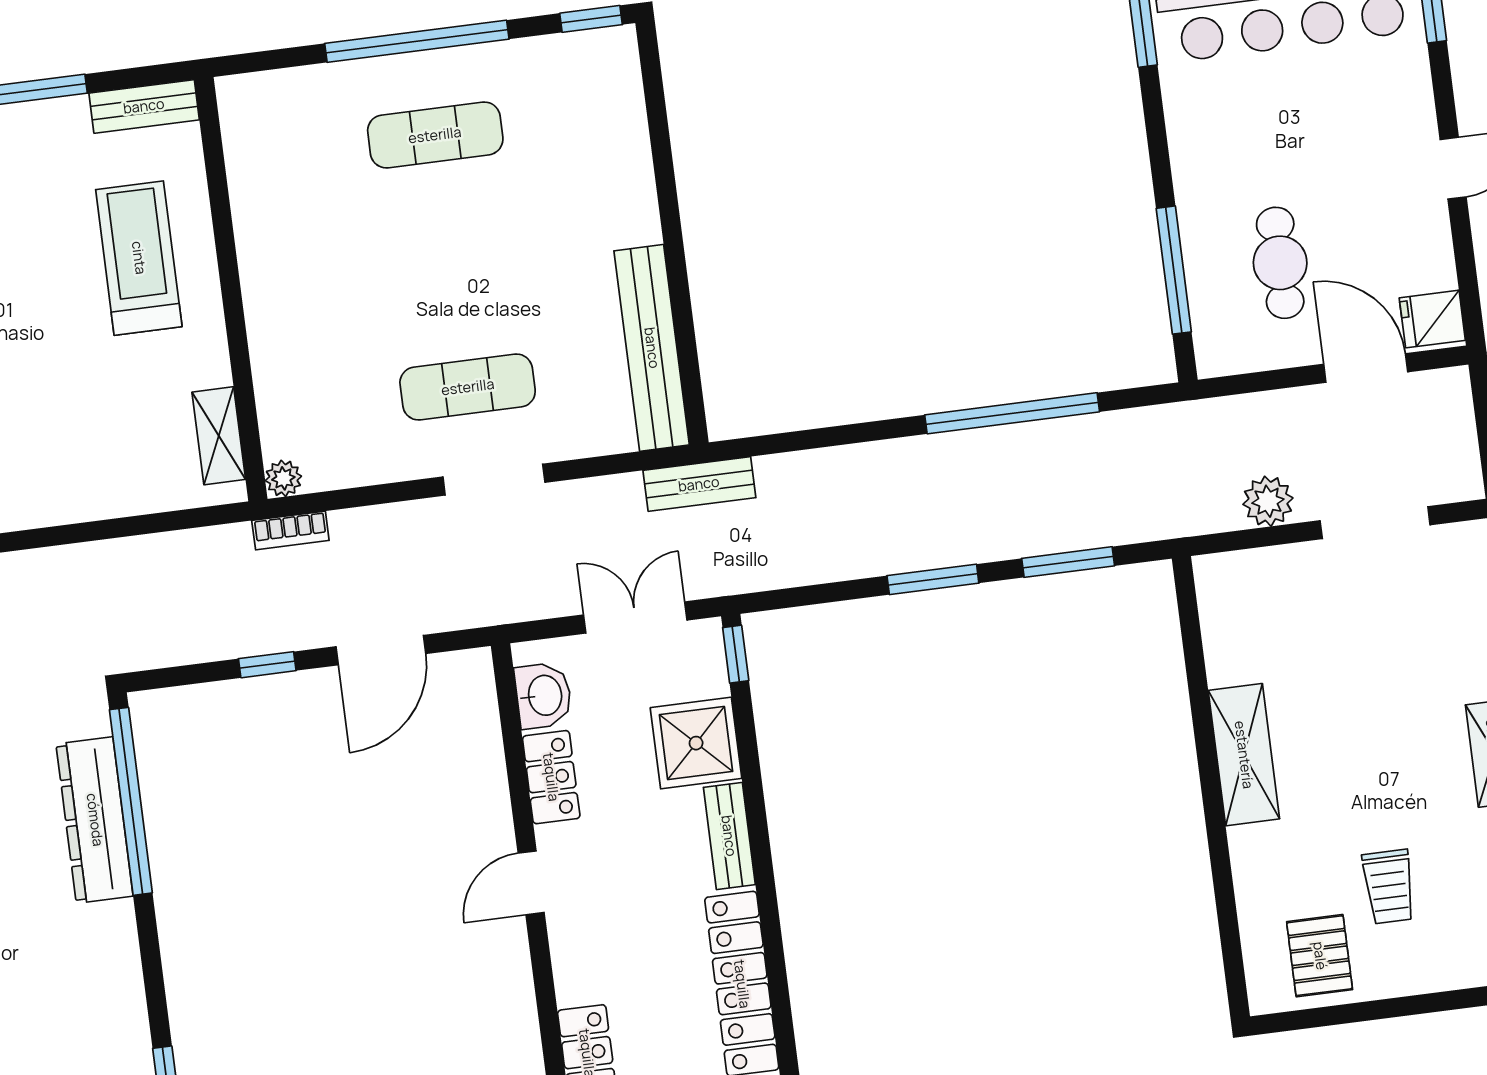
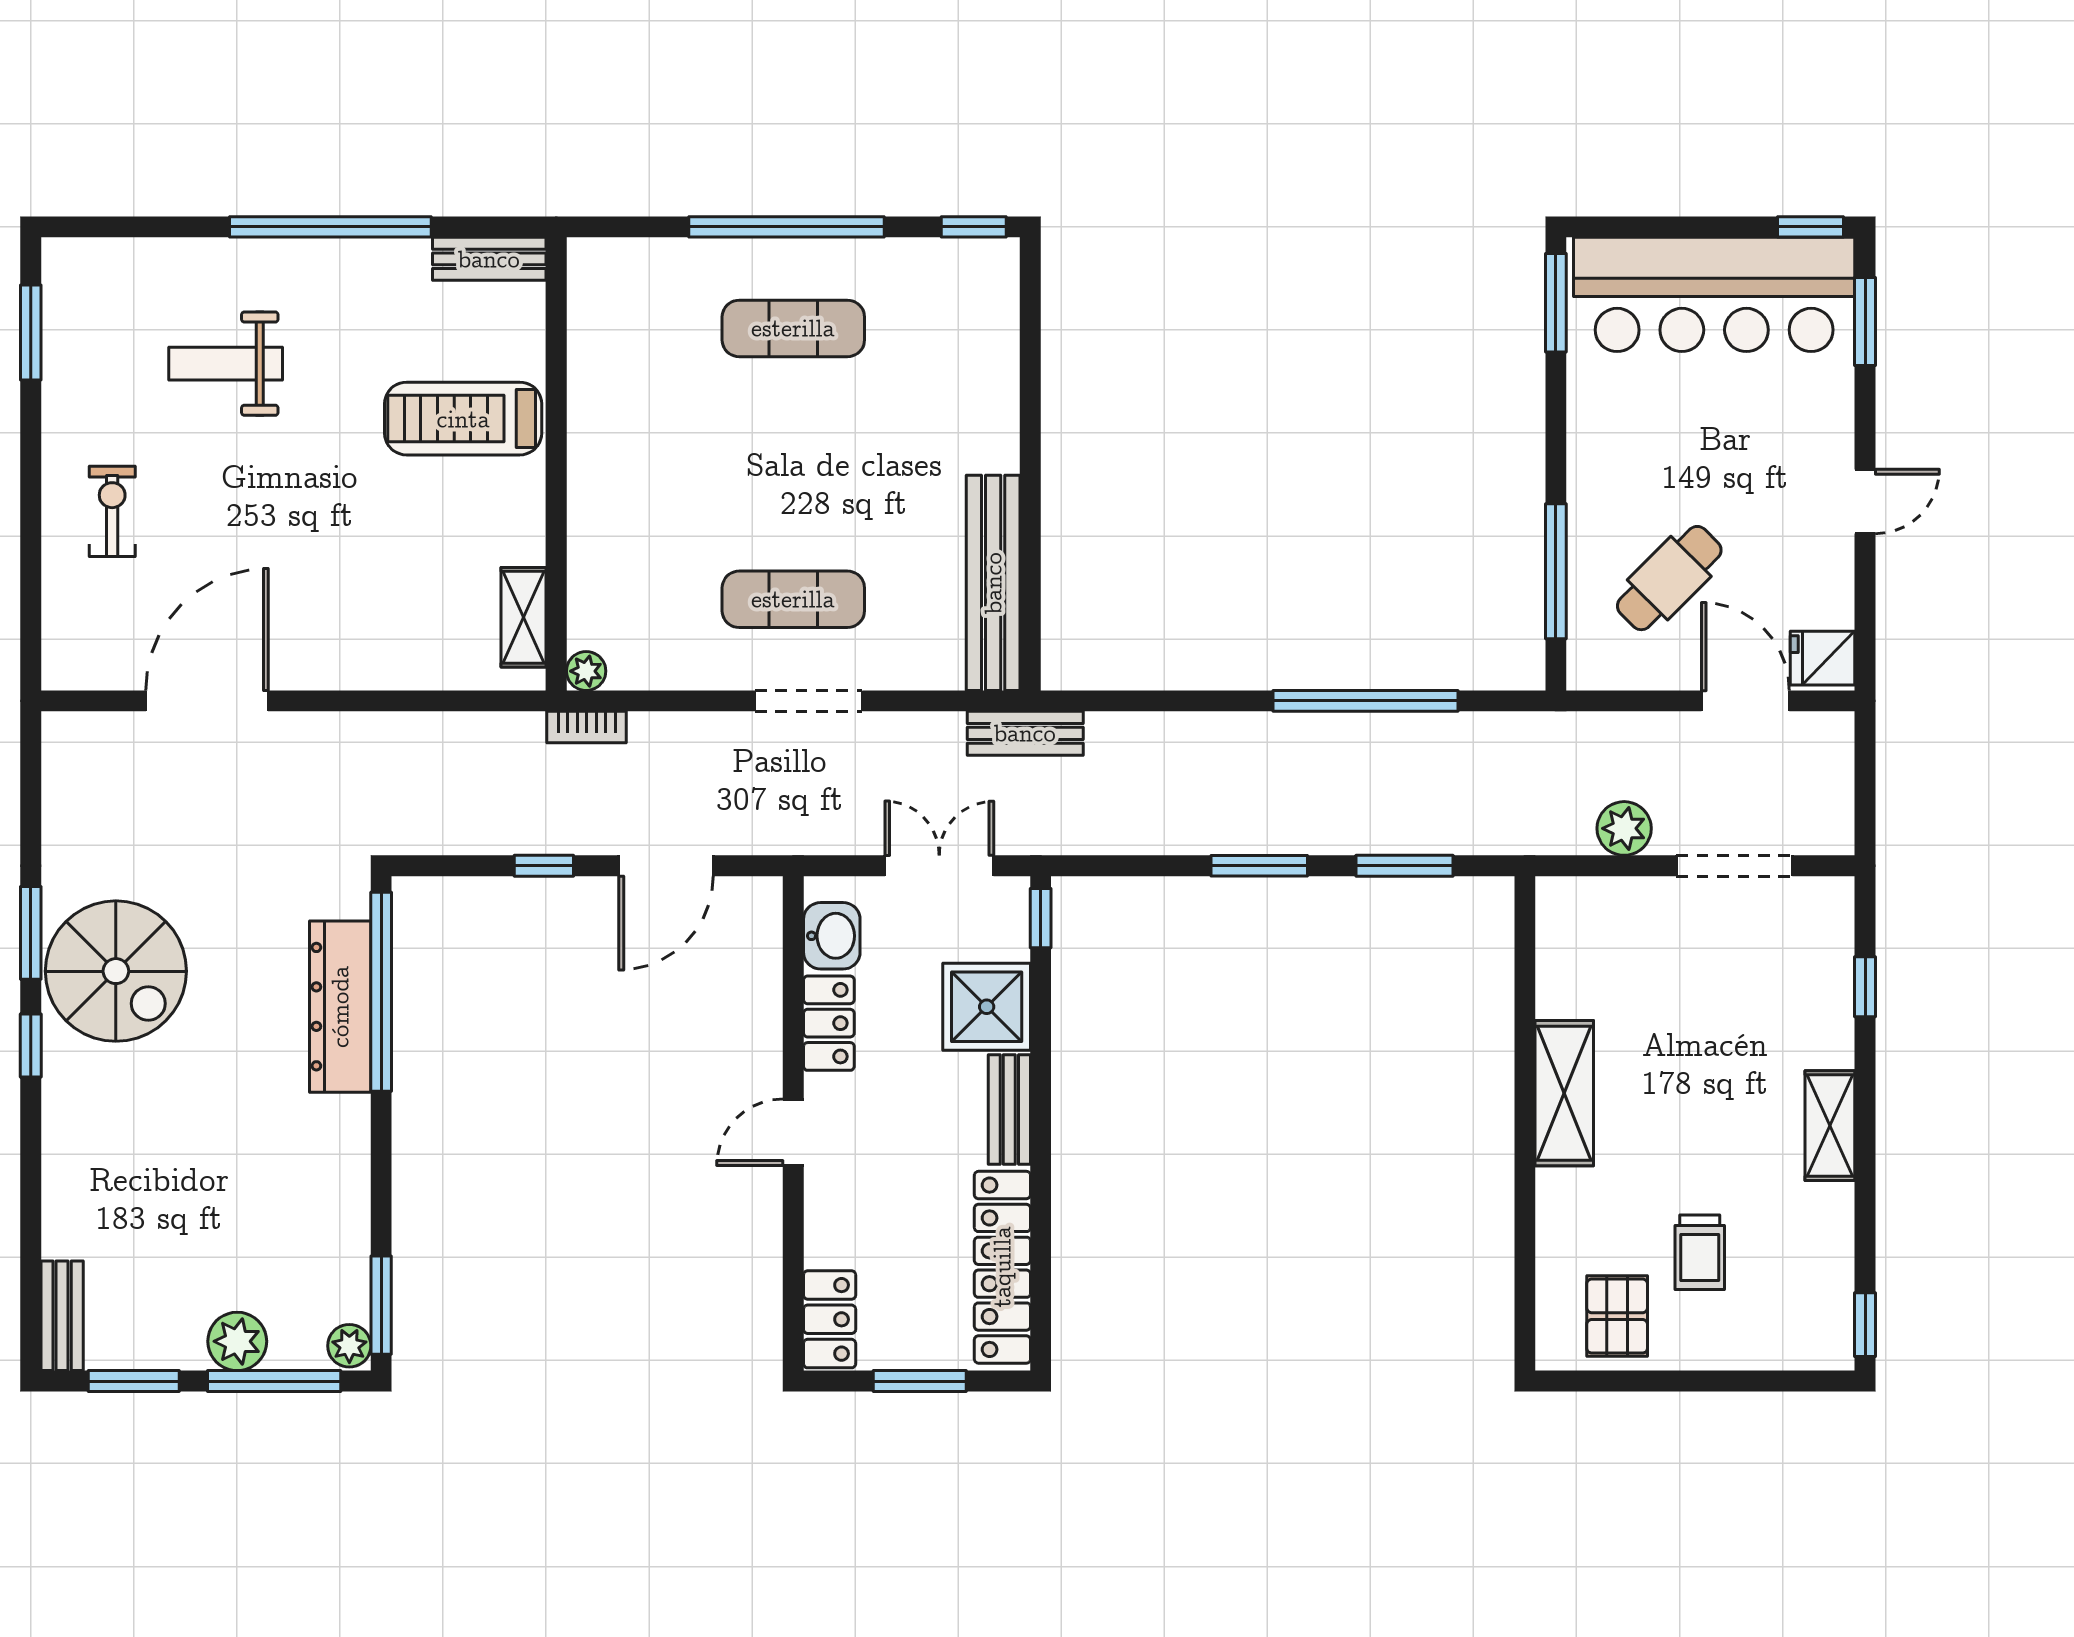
treadmill: (139, 258) -> (463, 419), turned -90
cafe table: (1280, 263) -> (1669, 578), turned 45

